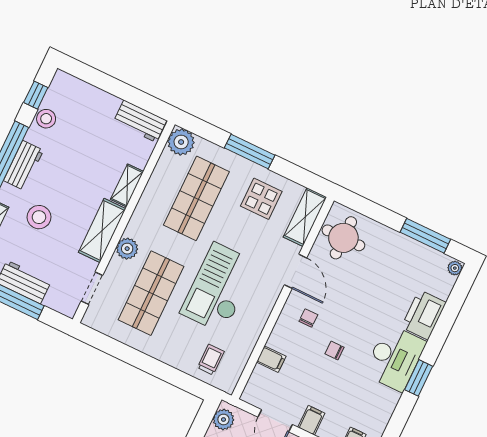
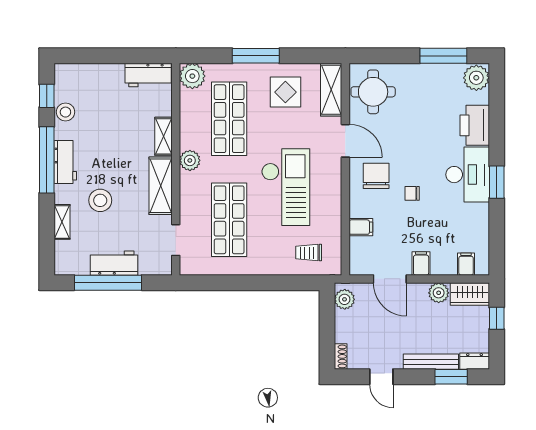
plant: (127, 249) -> (190, 160), moved
plant: (455, 268) -> (476, 78), width x1.87, depth x1.87
checkout: (219, 288) -> (286, 187), turned 180
chair: (308, 318) -> (376, 176), width x1.87, depth x1.87
trolley: (211, 360) -> (309, 253), turned -90

